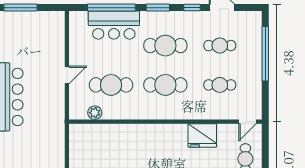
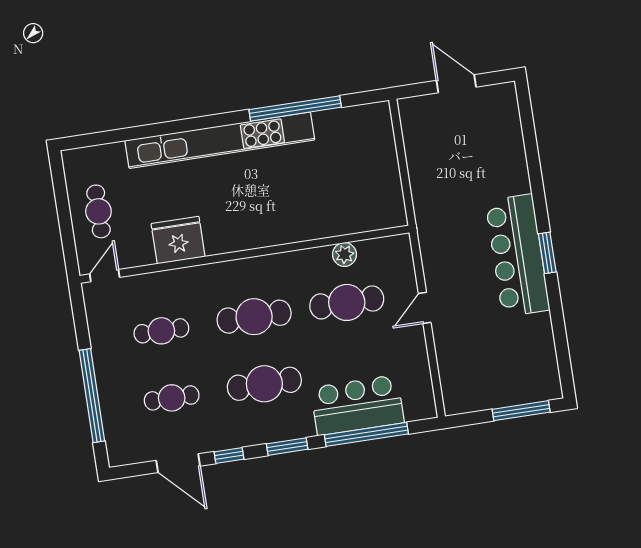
plant: (95, 113) -> (345, 254), moved

